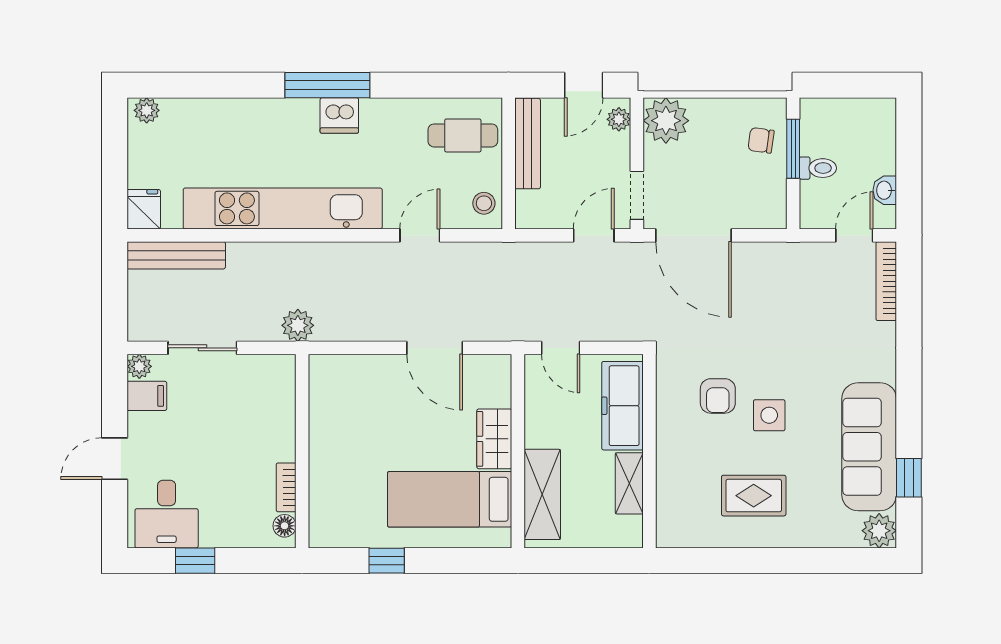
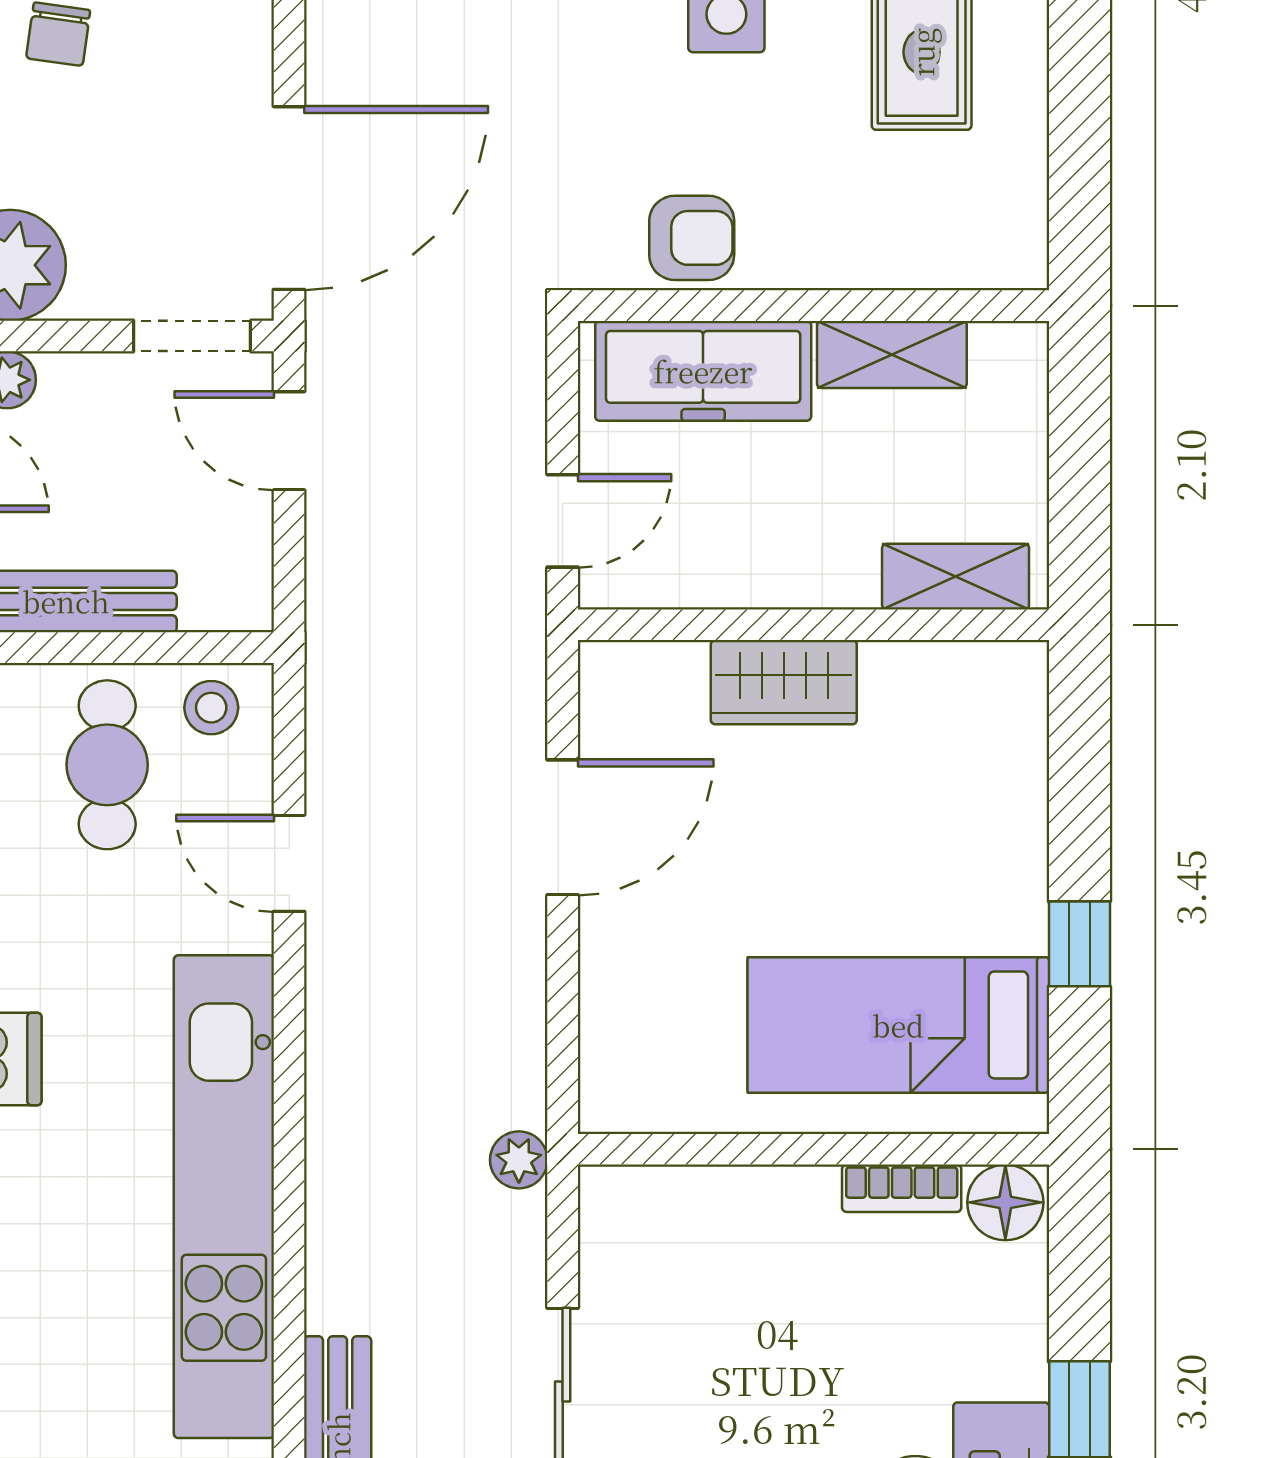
cafe table: (463, 135) -> (107, 765), moved
plant: (298, 325) -> (519, 1160), width x0.73, depth x0.73
armchair: (718, 396) -> (692, 238), moved
shelving: (542, 494) -> (956, 577), width x0.67, depth x0.75
bed: (450, 499) -> (898, 1025), moved, turned 90
floor lamp: (285, 526) -> (1005, 1202), width x1.37, depth x1.37

